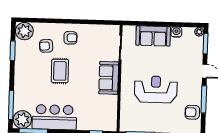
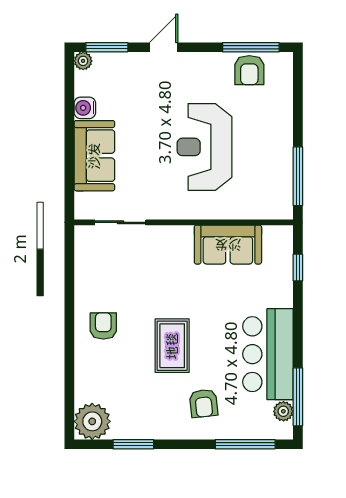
armchair: (46, 46) -> (204, 403), moved
rug: (60, 71) -> (172, 346), turned 90
sofa: (109, 78) -> (228, 245), moved
window: (204, 99) -> (251, 47), moved
plant: (22, 120) -> (283, 411), width x0.53, depth x0.53

